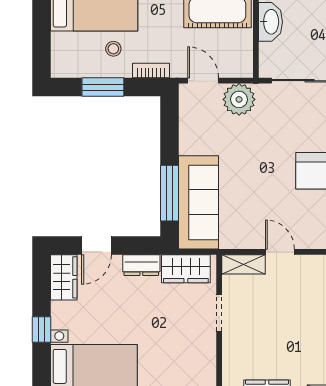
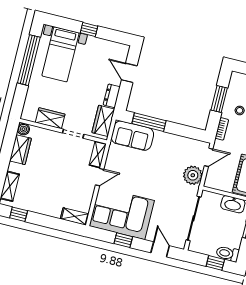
sofa: (198, 202) -> (132, 136), width x0.73
wardrobe: (64, 277) -> (50, 118), moved, turned 180

